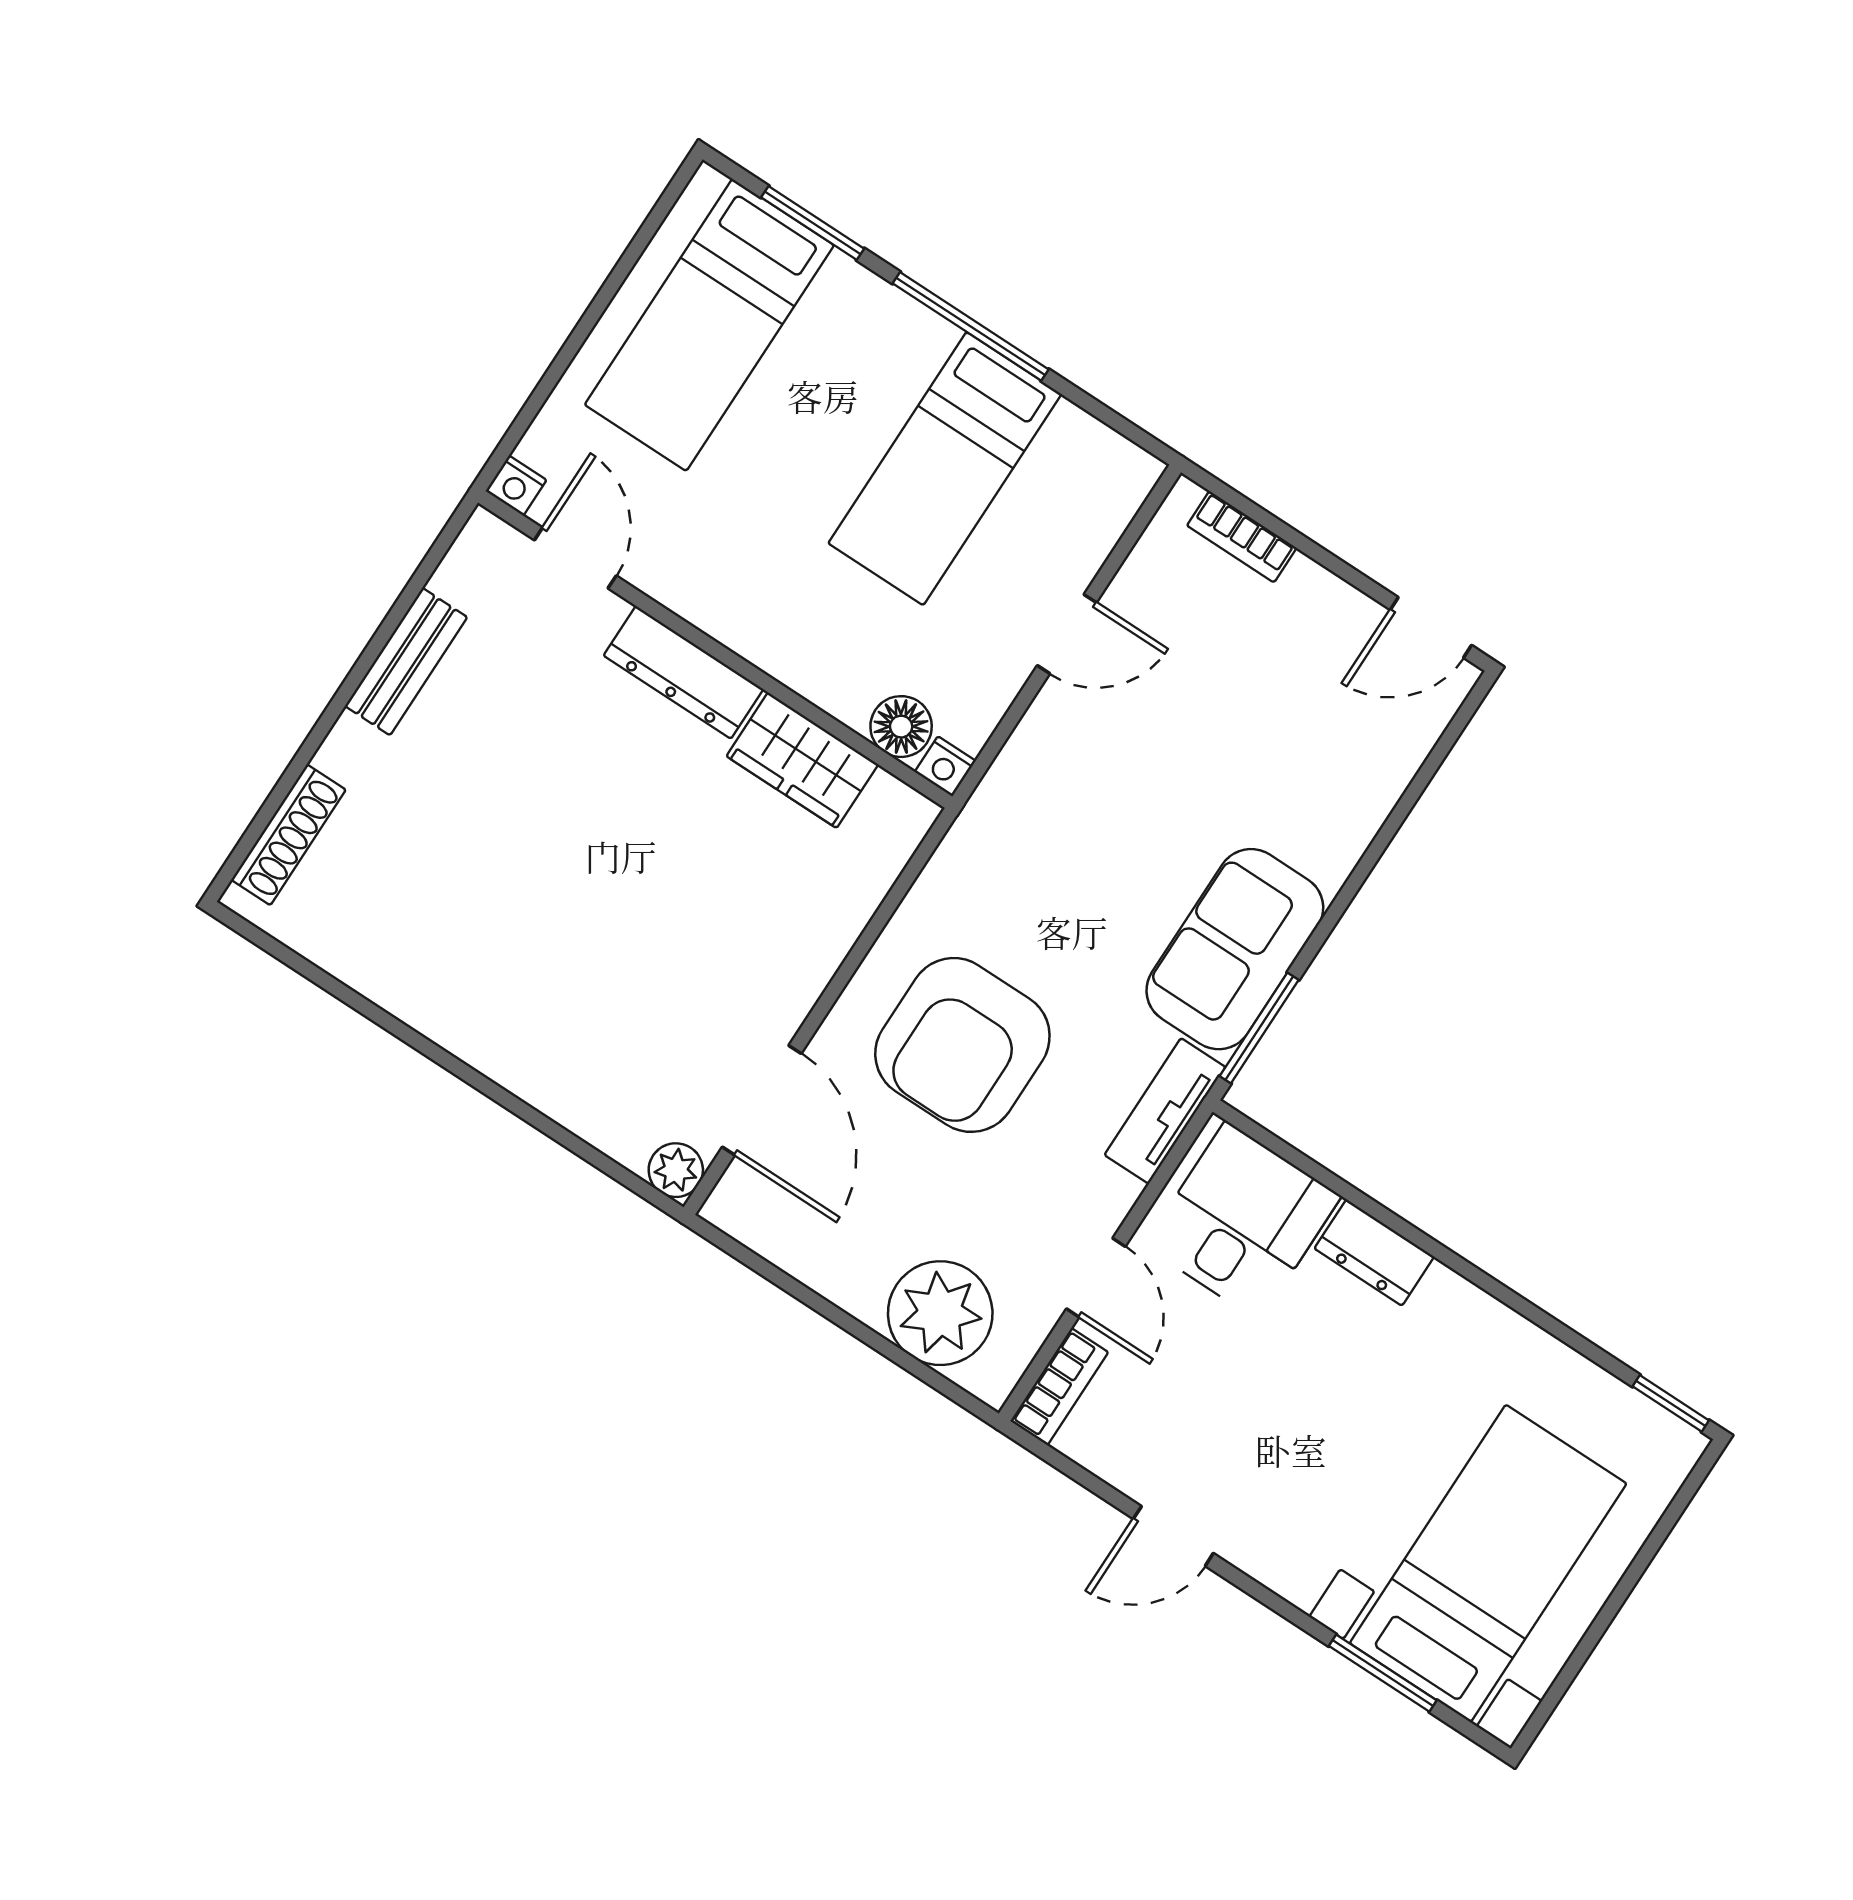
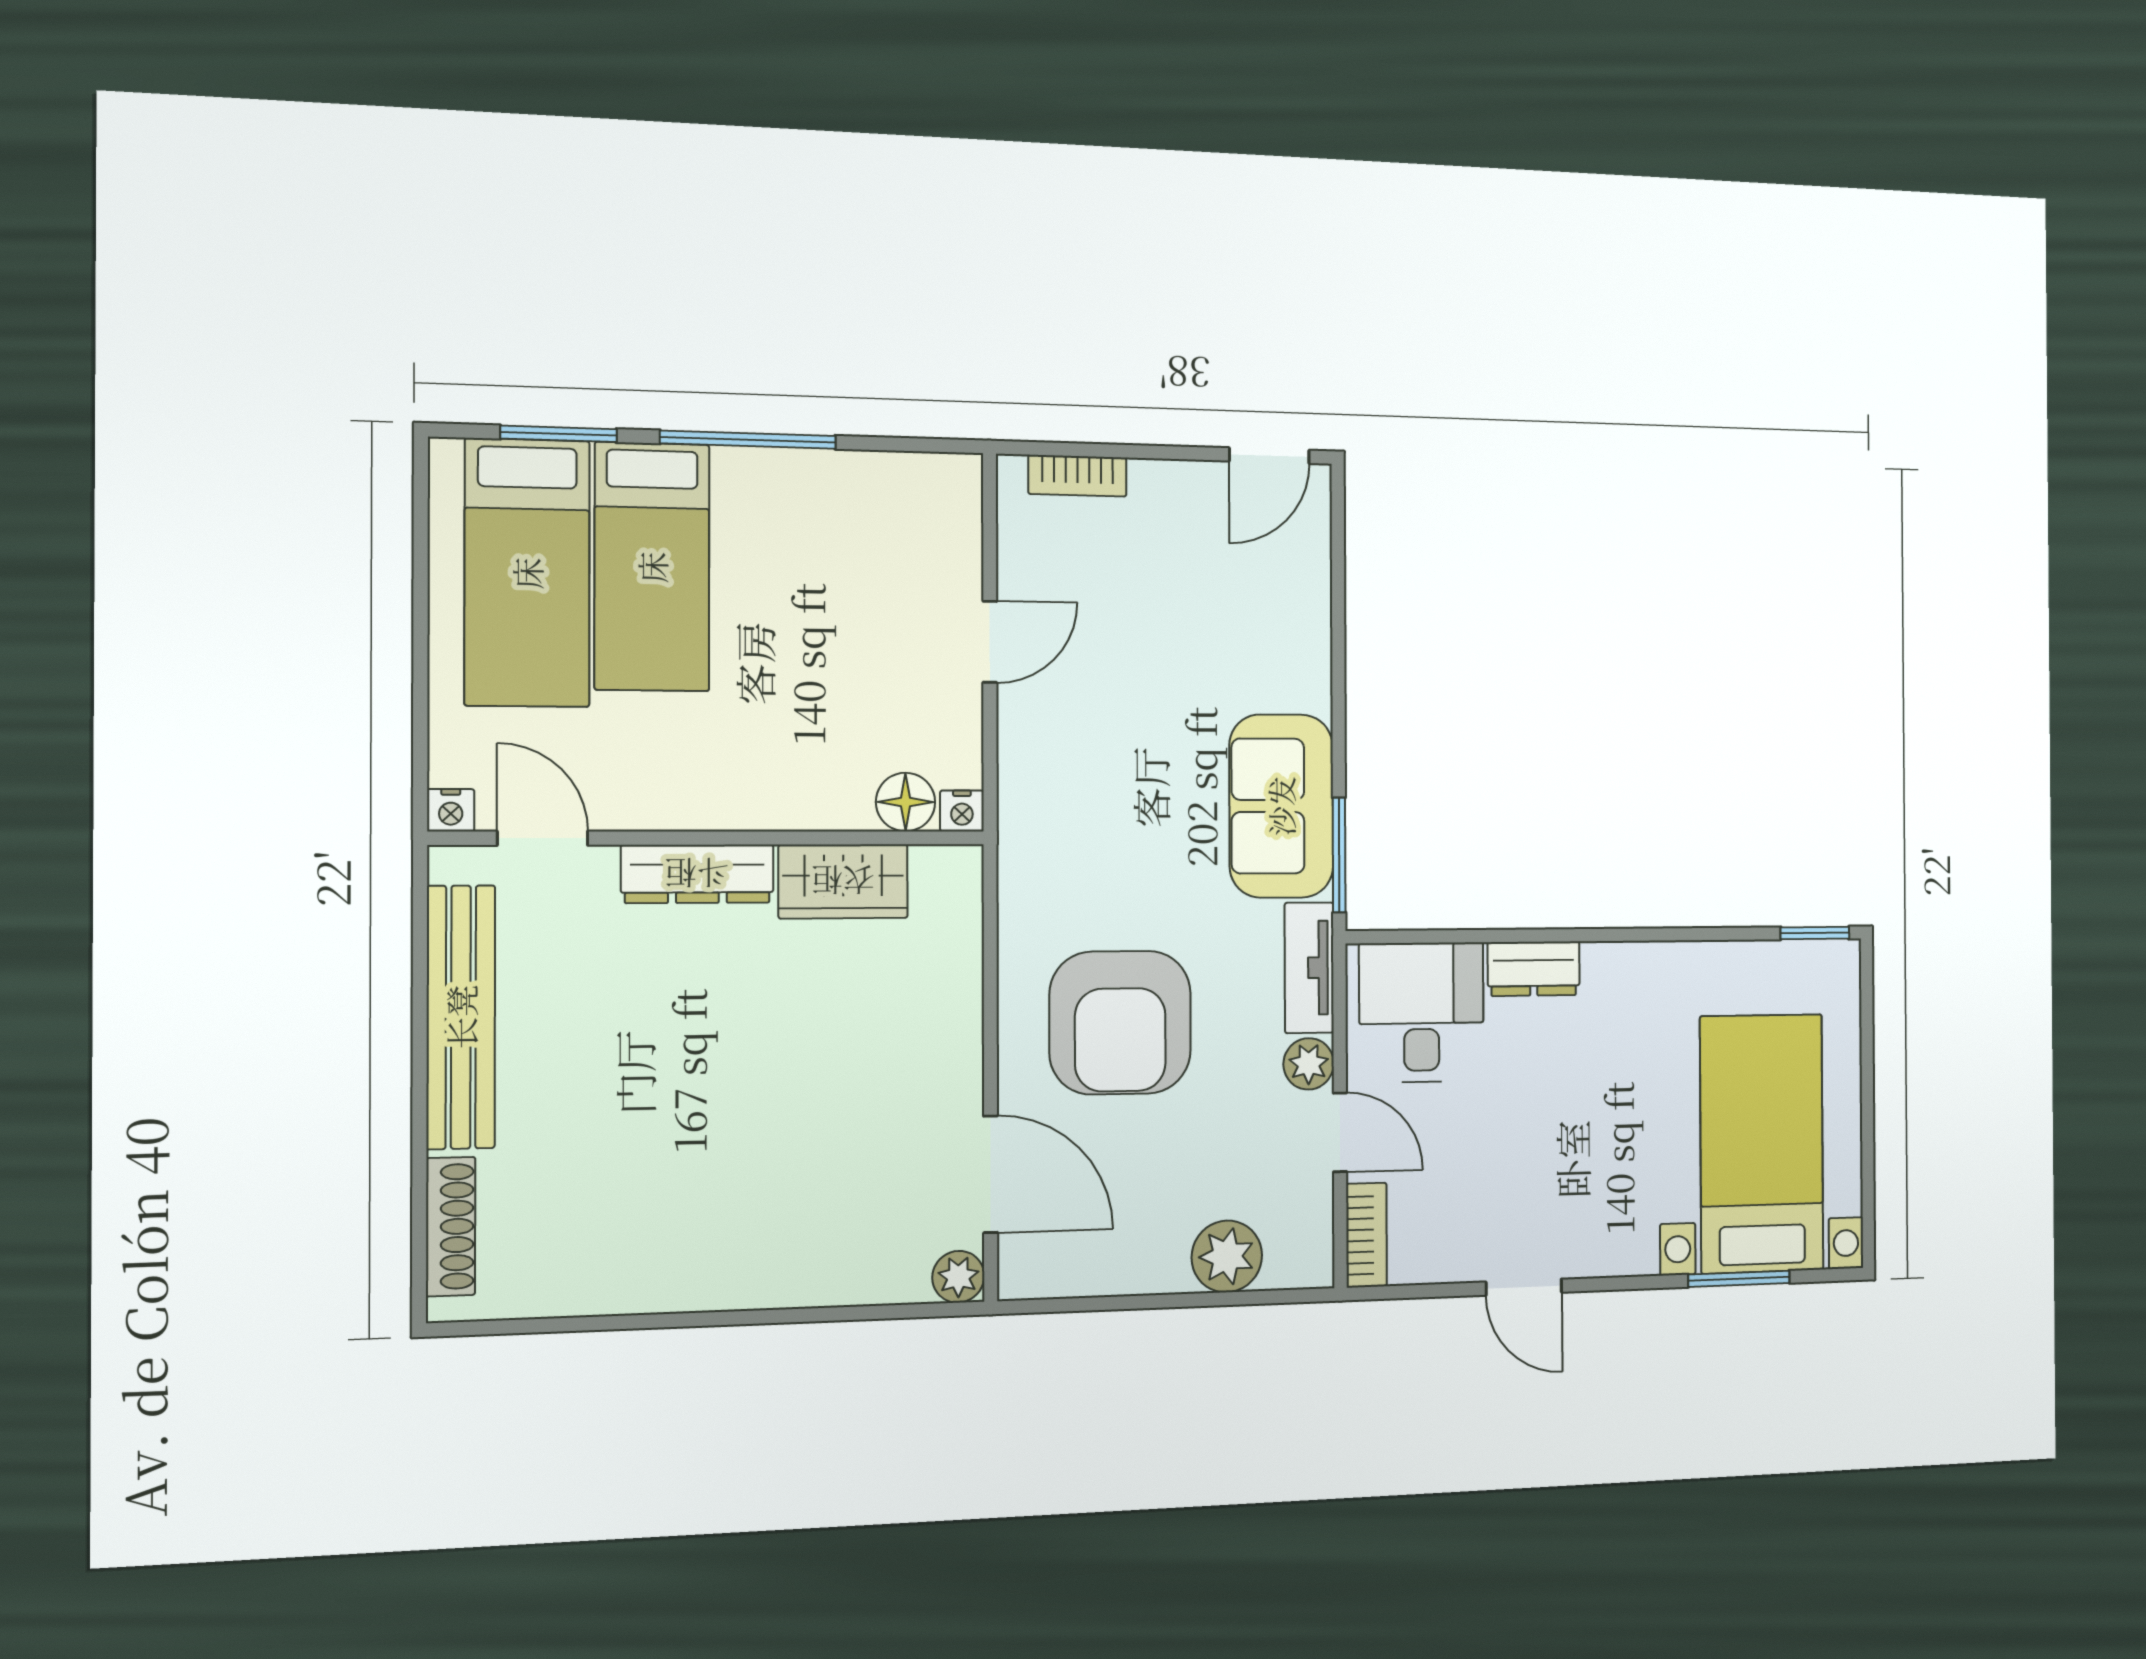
bed: (945, 469) -> (652, 567), moved
bench: (406, 662) -> (461, 1017), width x1.86, depth x1.21
plant: (1108, 1197) -> (1309, 1064), added
plant: (940, 1313) -> (1227, 1256), width x0.73, depth x0.73
door: (1173, 1536) -> (1524, 1287), hinge flipped

